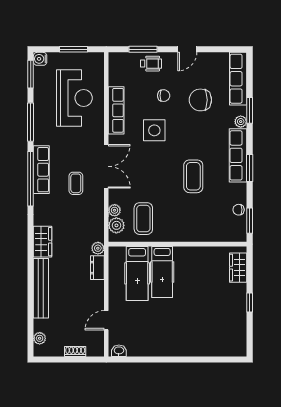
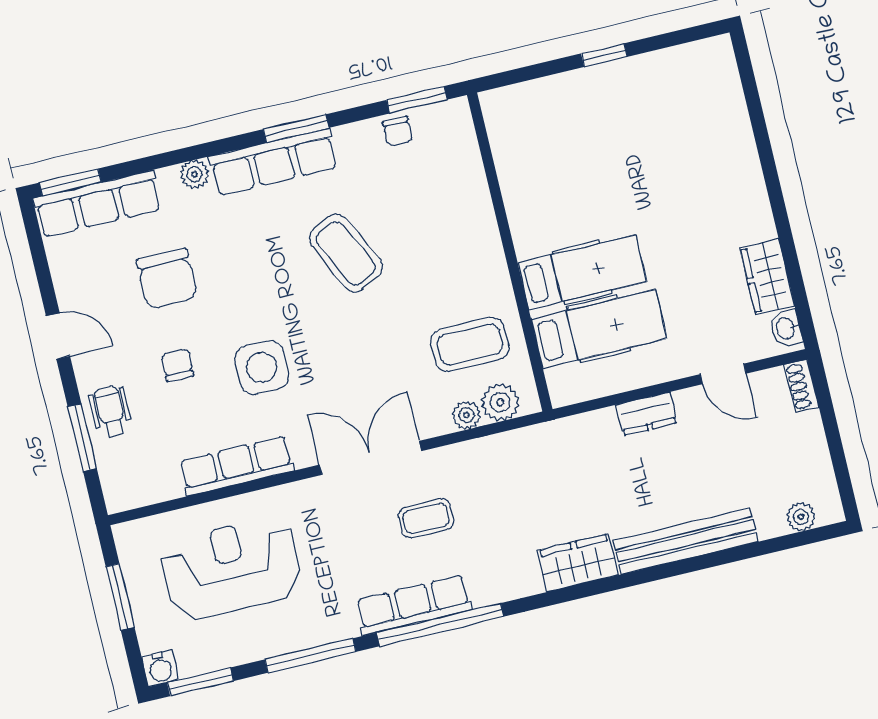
window: (250, 110) -> (70, 182), moved
coffee table: (193, 176) -> (346, 253), turned 64
plant: (98, 248) -> (563, 433), removed
dresser: (97, 268) -> (647, 414), moved
wardrobe: (238, 268) -> (767, 277), moved, turned 90
shoe rack: (75, 351) -> (802, 386), moved

